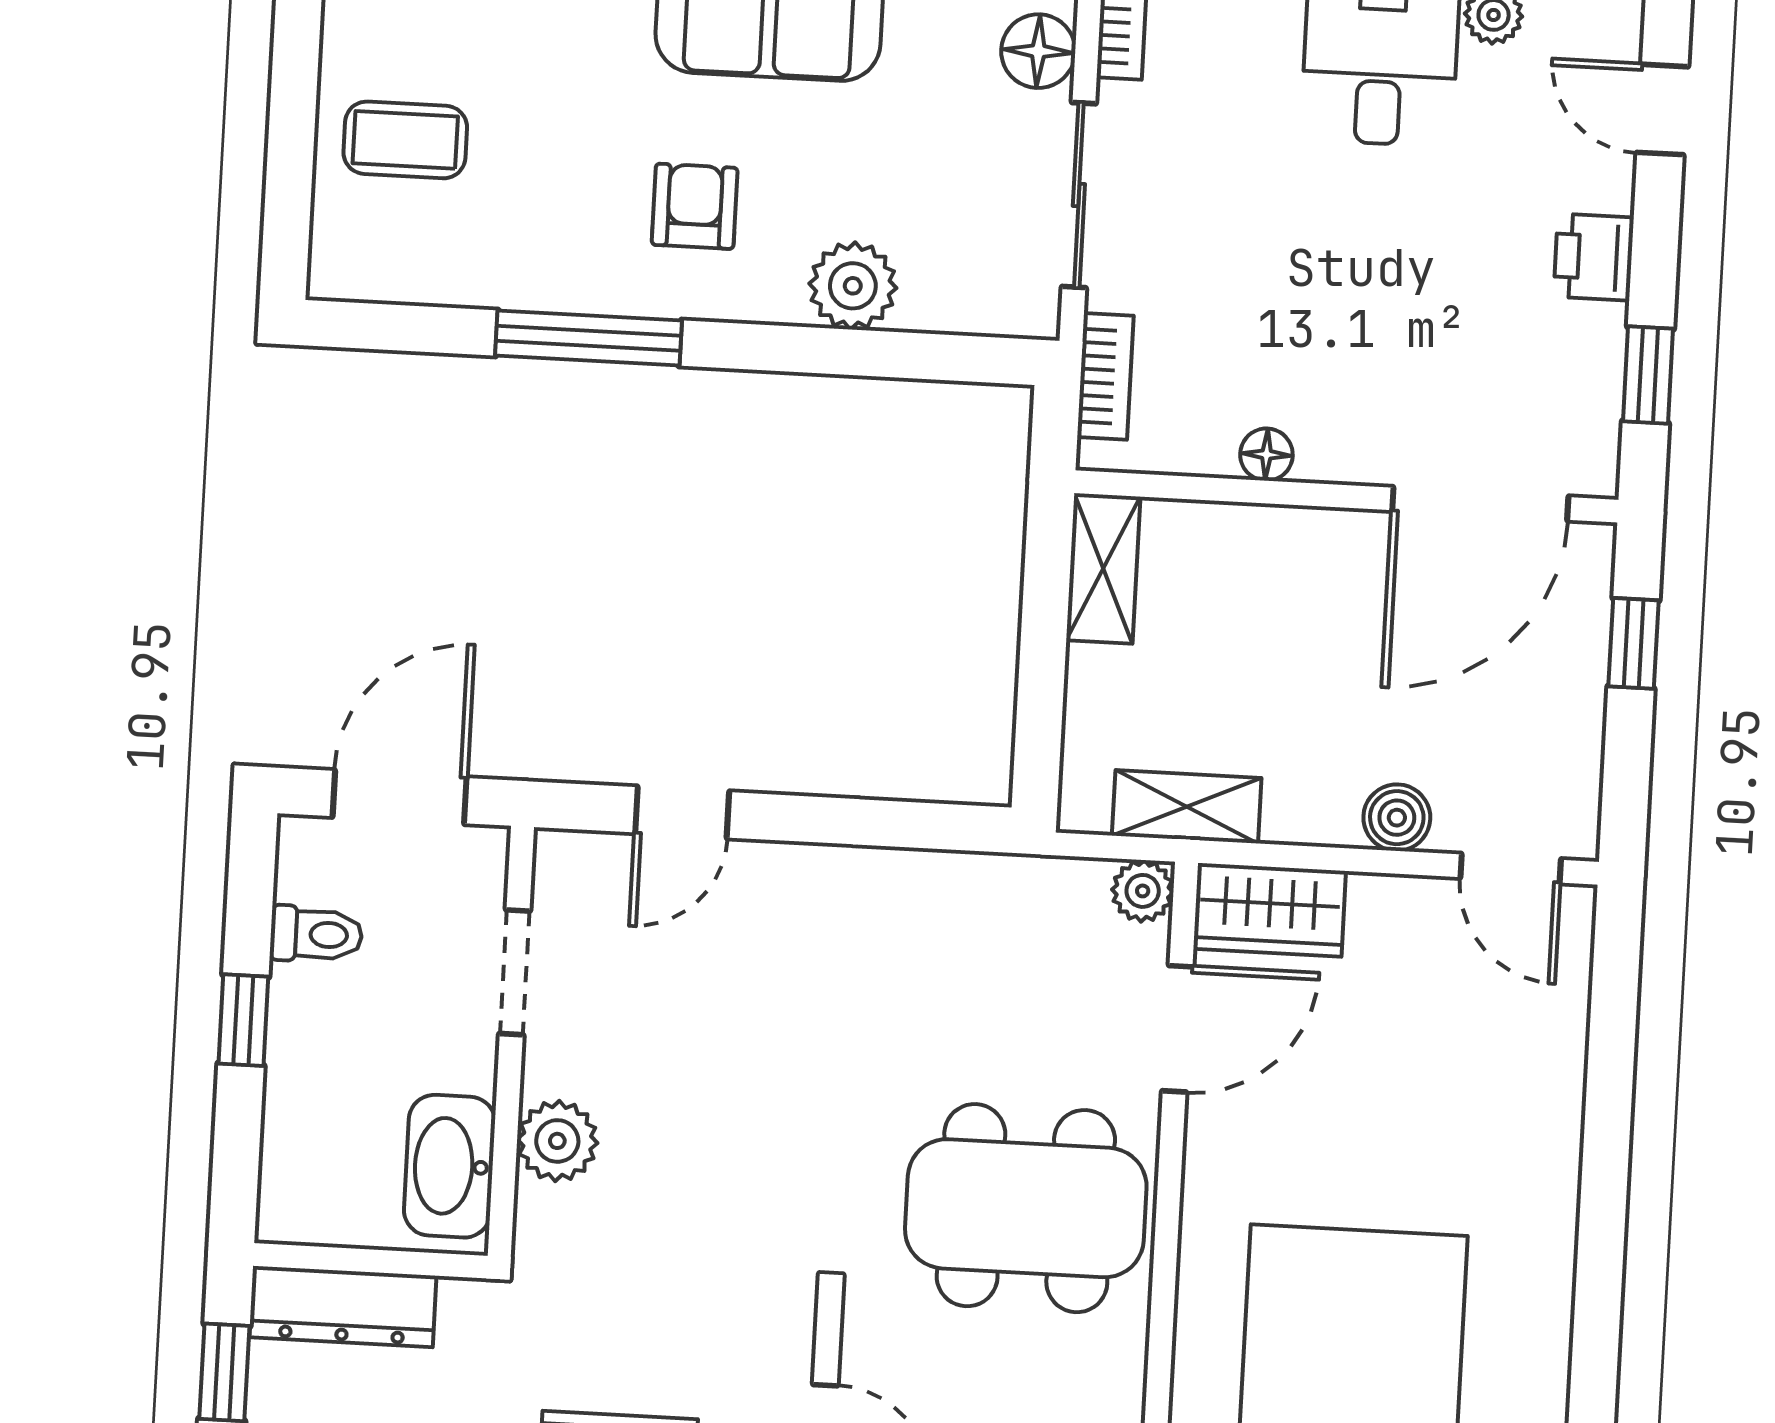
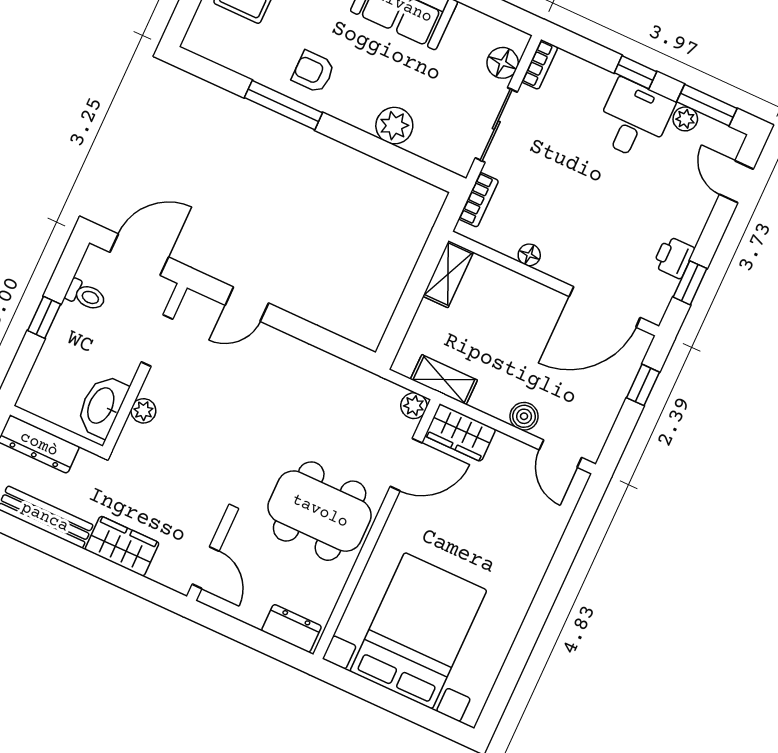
armchair: (695, 206) -> (313, 72), moved, turned -90
printer: (1594, 257) -> (674, 257), moved
plant: (557, 1141) -> (143, 411), width x0.73, depth x0.73

